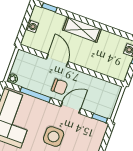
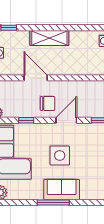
window: (35, 95) -> (26, 120), width x0.46

